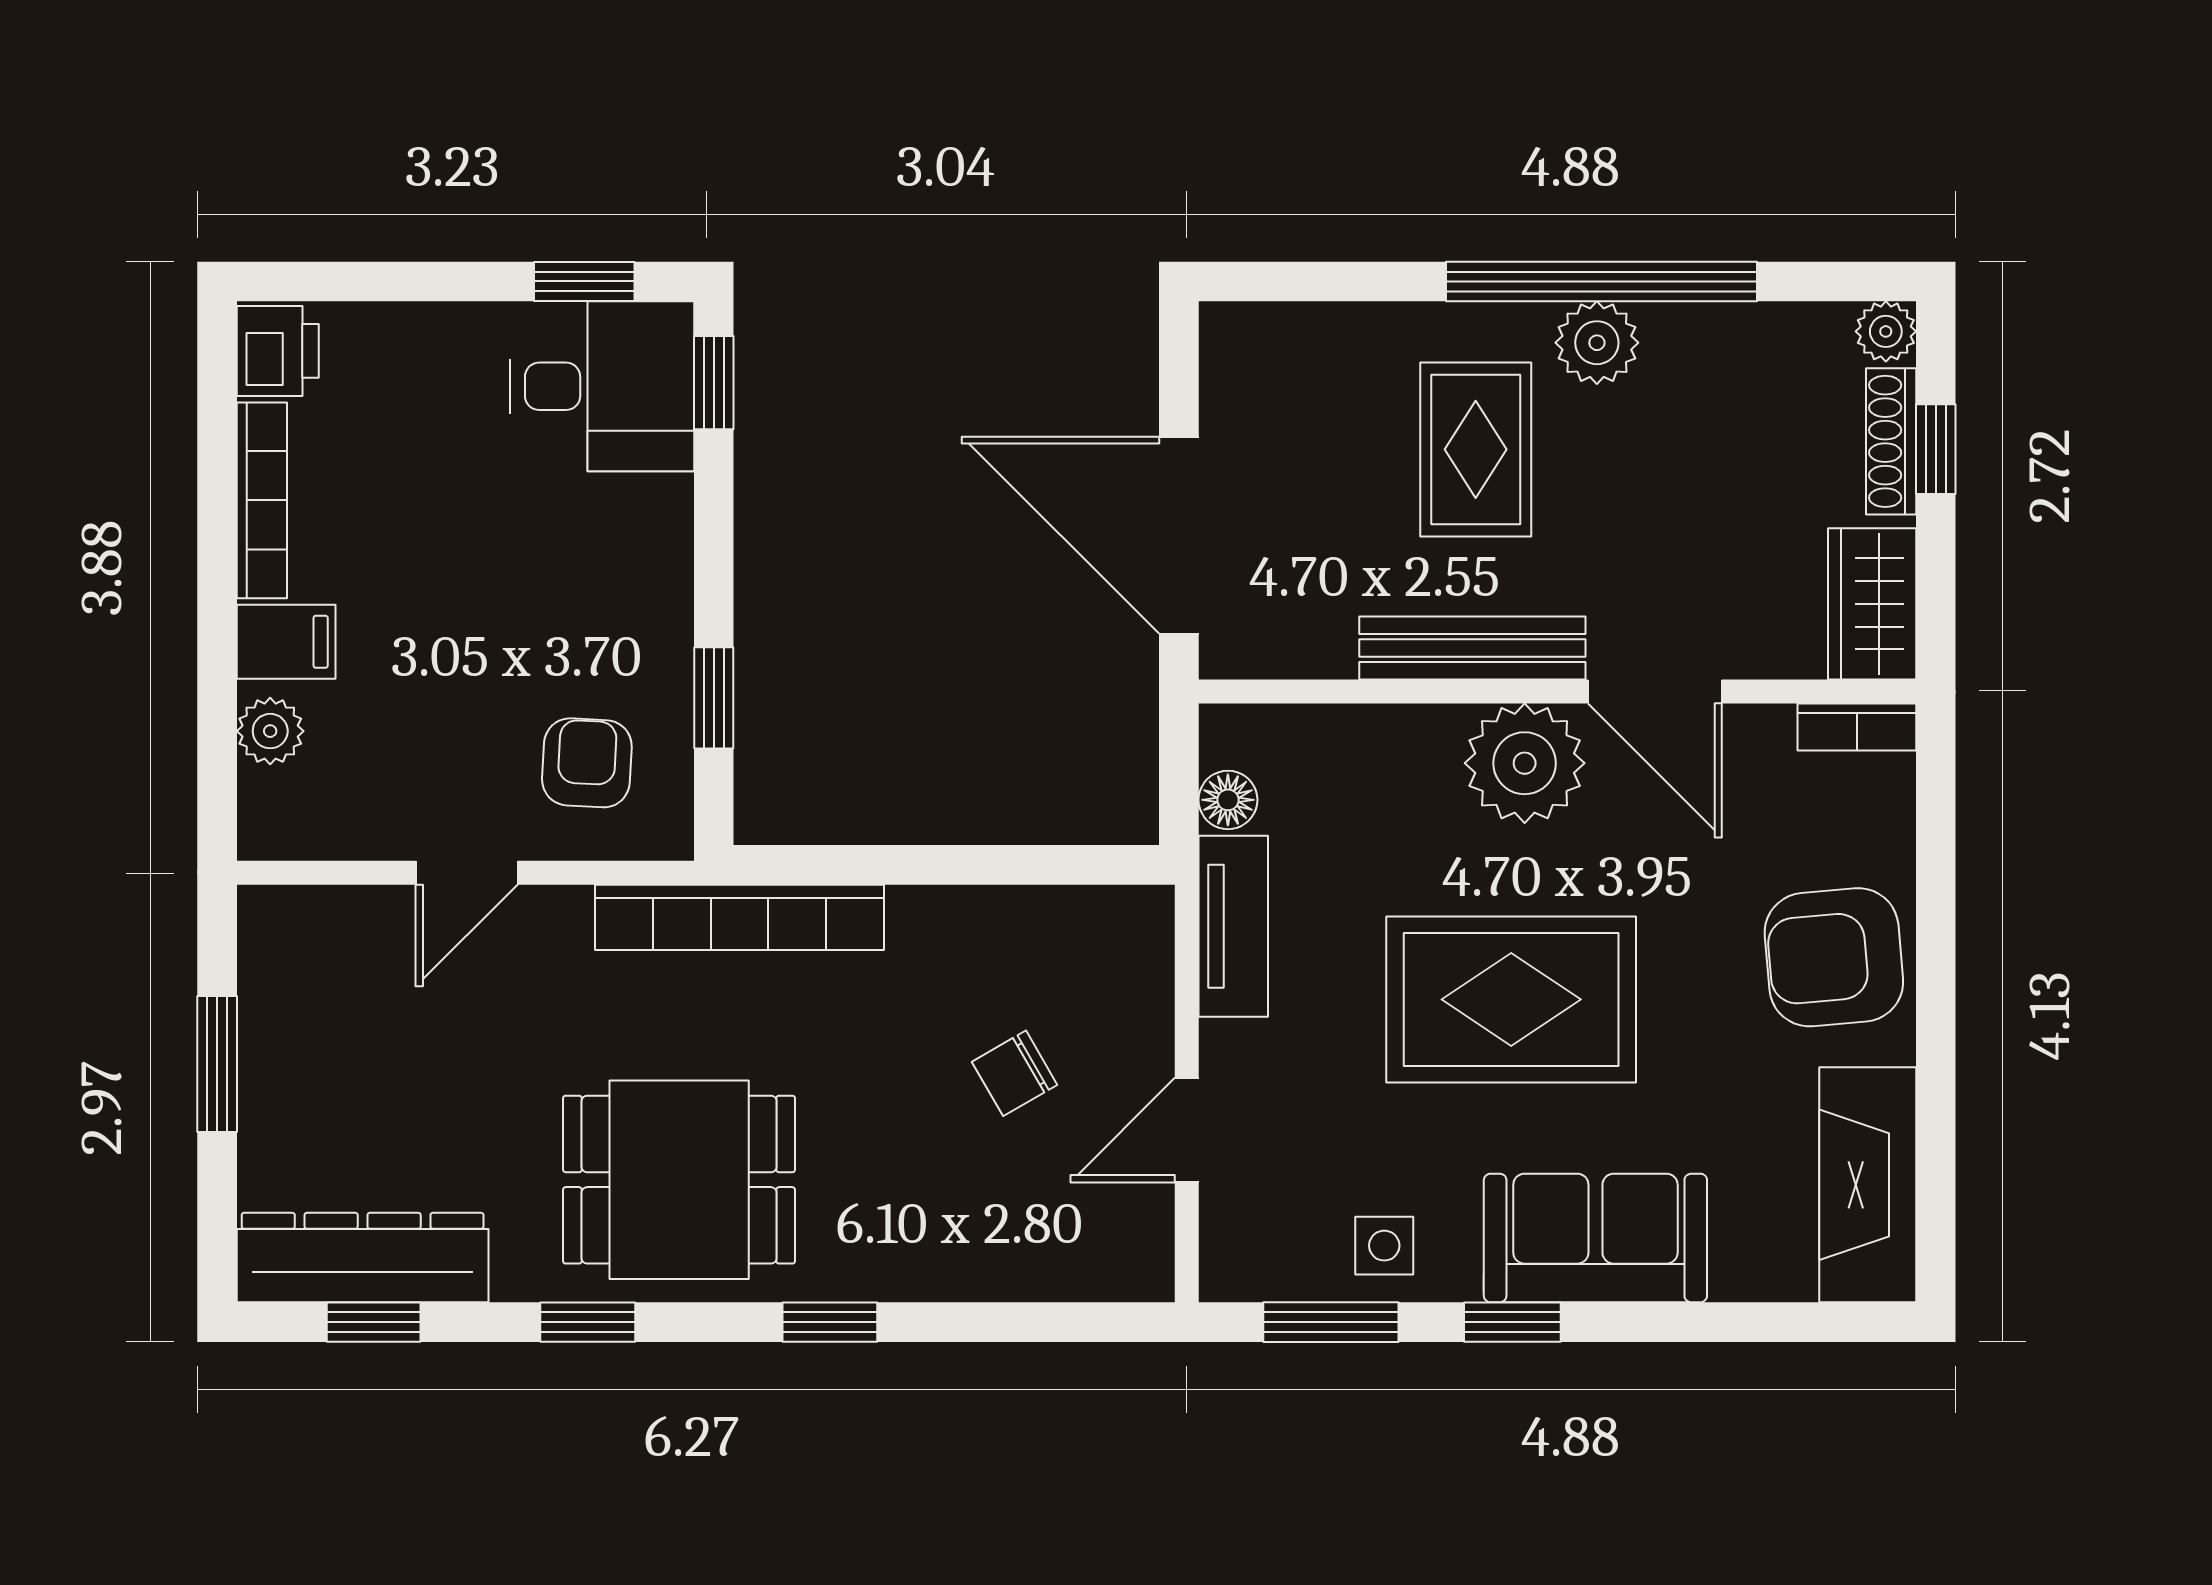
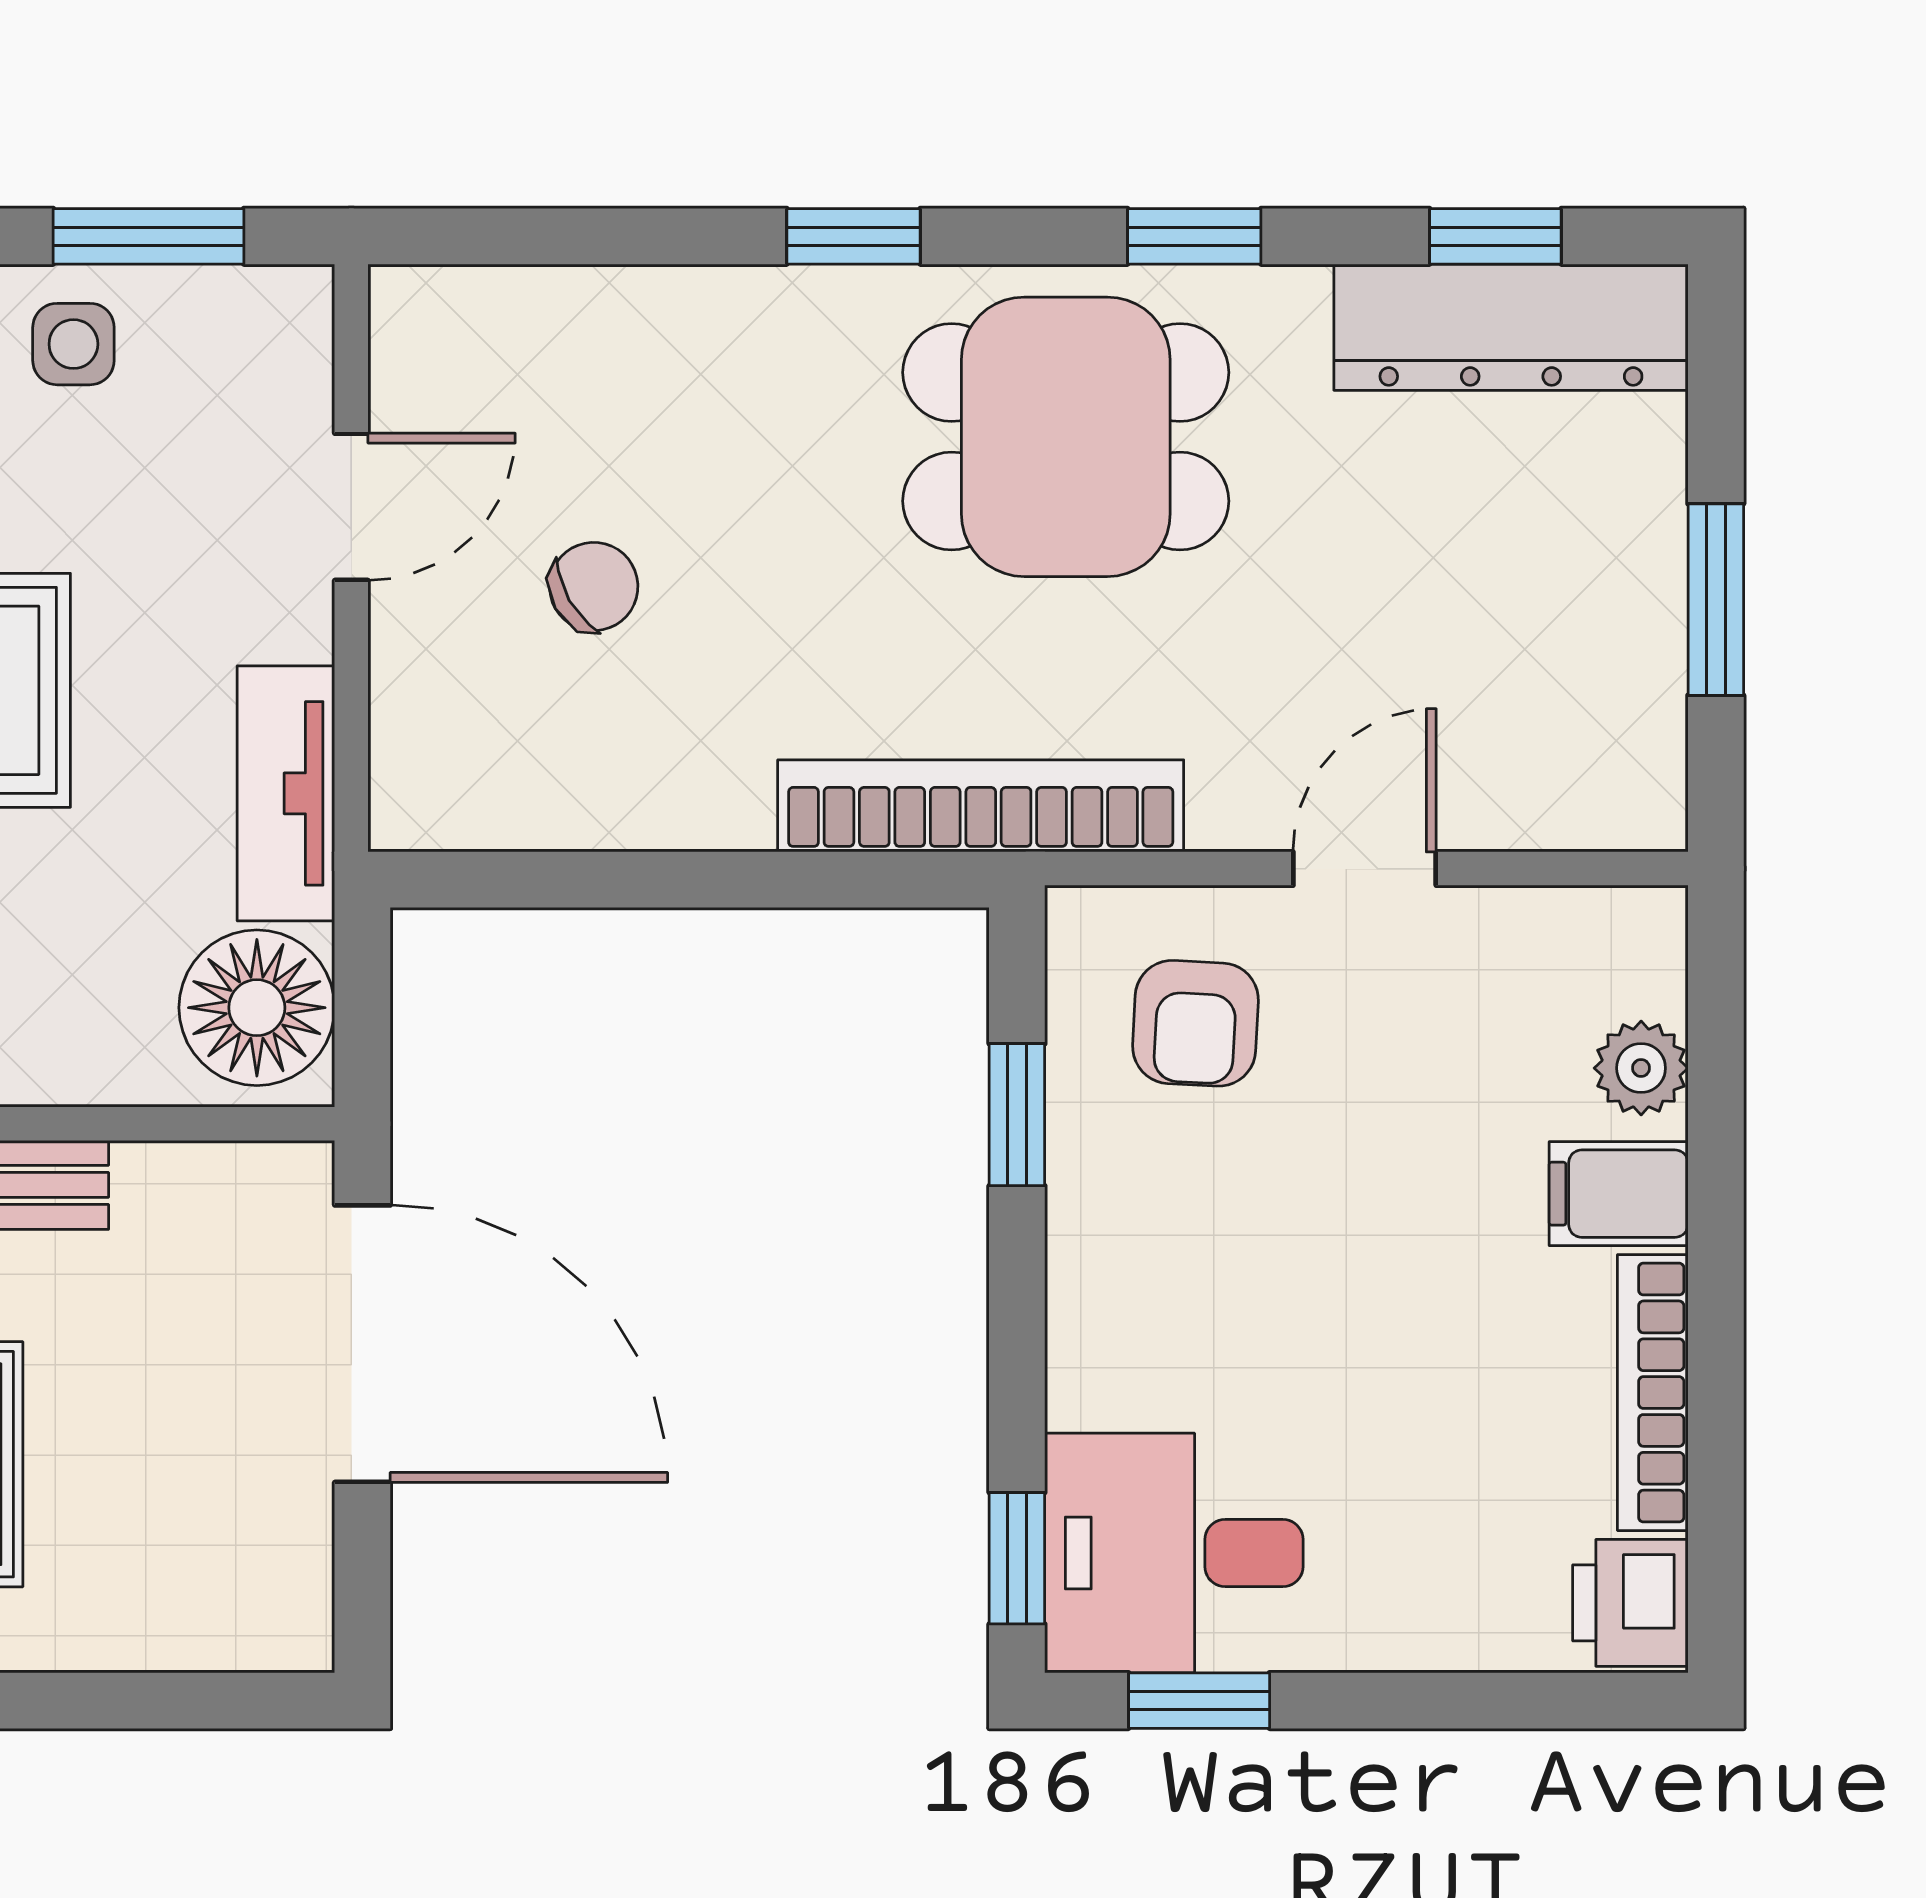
floor lamp: (1228, 800) -> (257, 1008), width x1.89, depth x1.89

